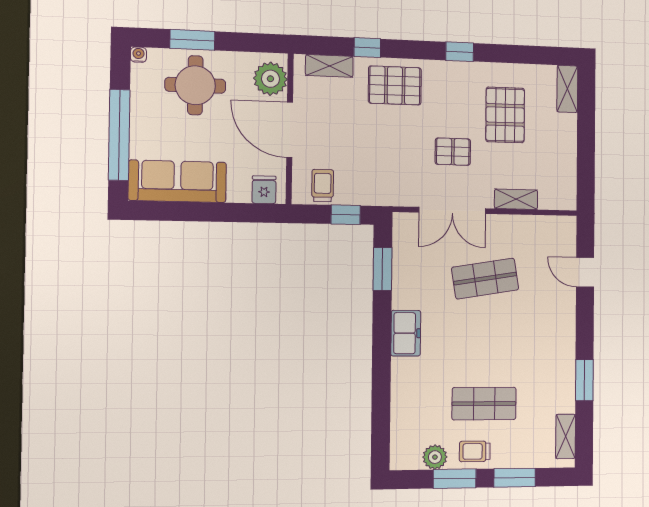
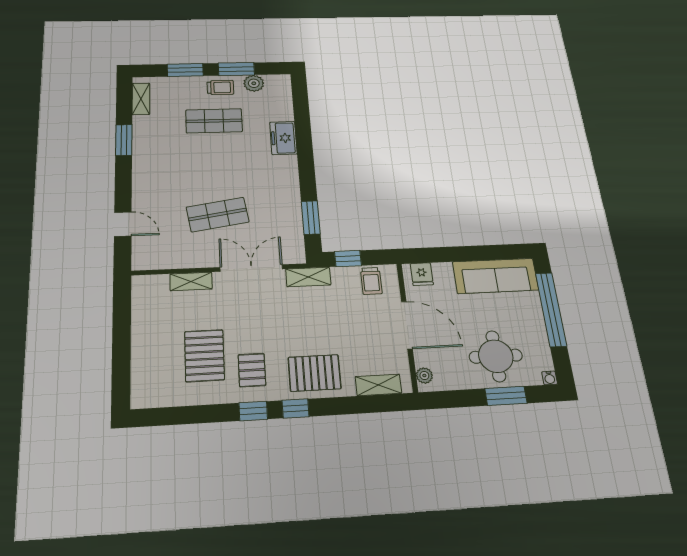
window: (367, 48) -> (296, 408), moved
plant: (270, 79) -> (424, 376), width x0.53, depth x0.53
shelving: (567, 89) -> (308, 277), moved, turned 90
pallet: (453, 152) -> (252, 370), moved, turned 90
freezer: (406, 333) -> (283, 138), moved

